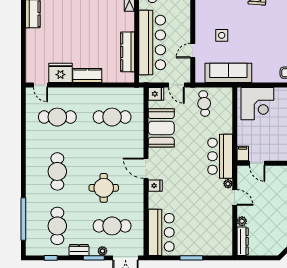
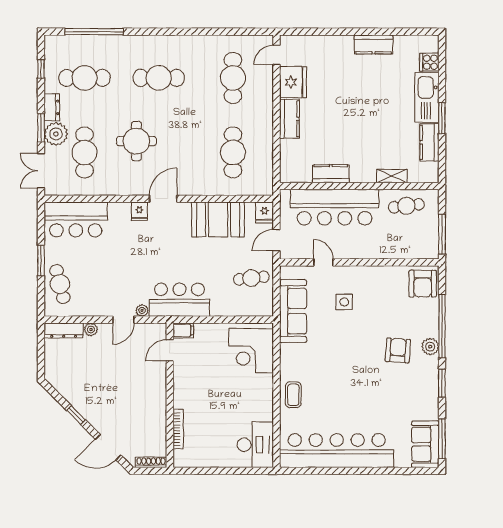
kitchen counter: (128, 52) -> (331, 174), width x0.67
cafe table: (209, 244) -> (60, 284), added
plant: (102, 251) -> (56, 134), width x1.87, depth x1.87

